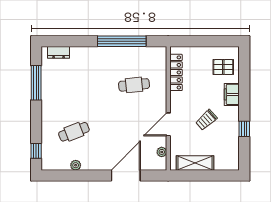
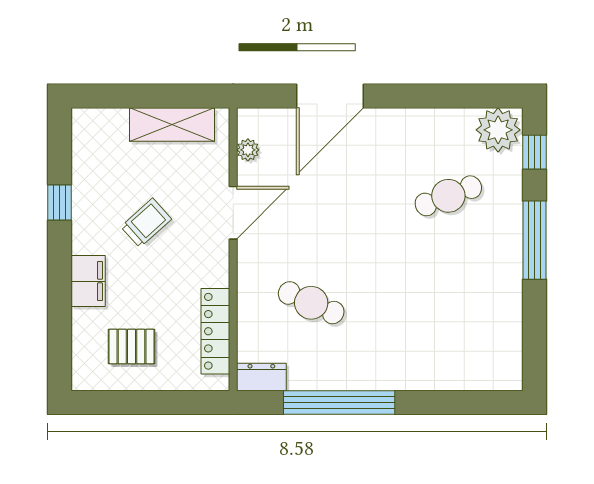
dresser: (59, 52) -> (261, 377), moved
pallet: (223, 67) -> (131, 346), moved
window: (36, 83) -> (534, 240), moved
cafe table: (134, 85) -> (311, 303), turned 30
plant: (76, 165) -> (498, 130), moved, width x1.87, depth x1.87

